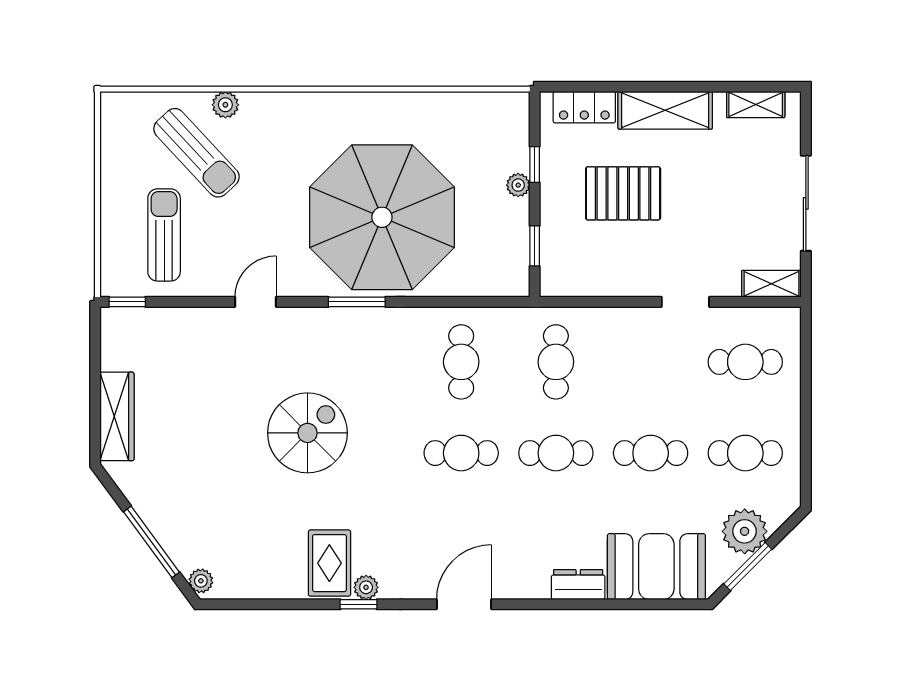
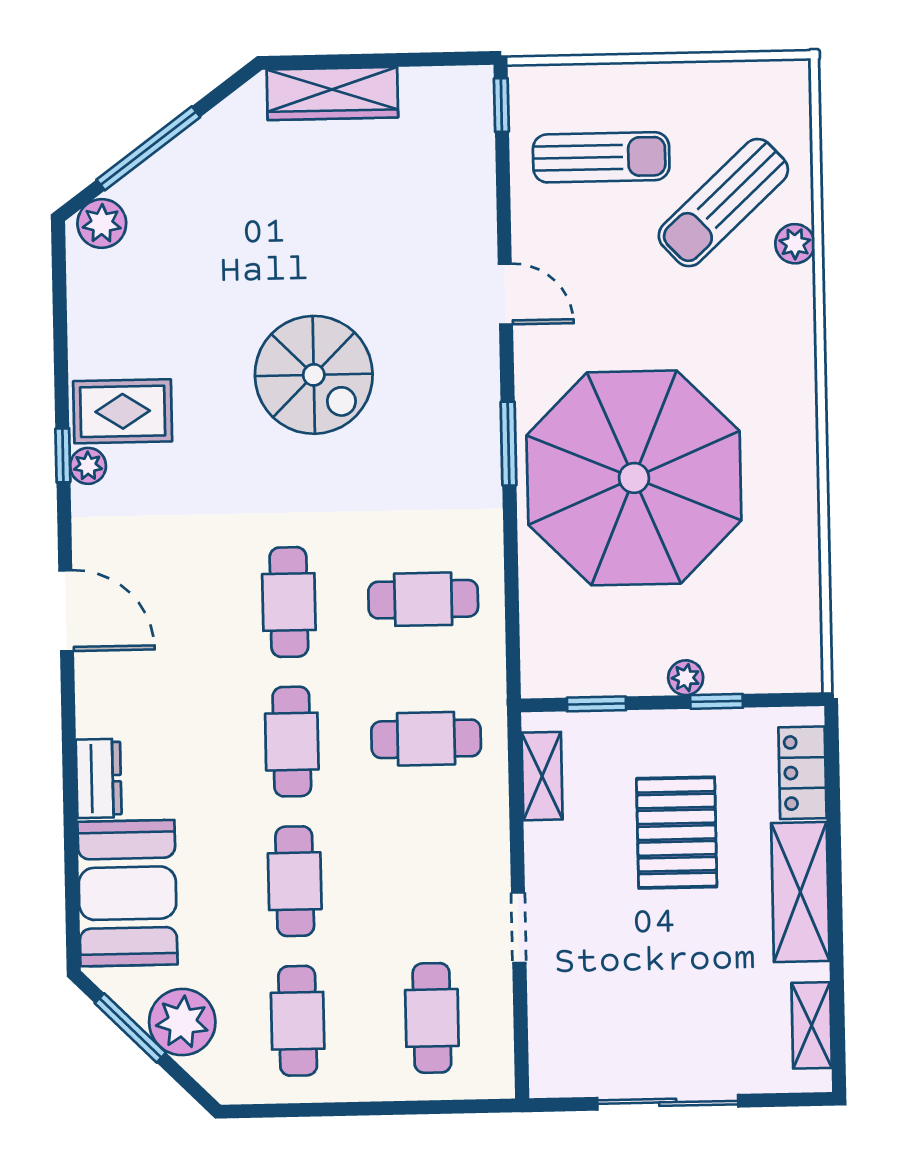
shelving: (771, 284) -> (542, 776), moved
plant: (201, 581) -> (102, 224), width x1.38, depth x1.38

